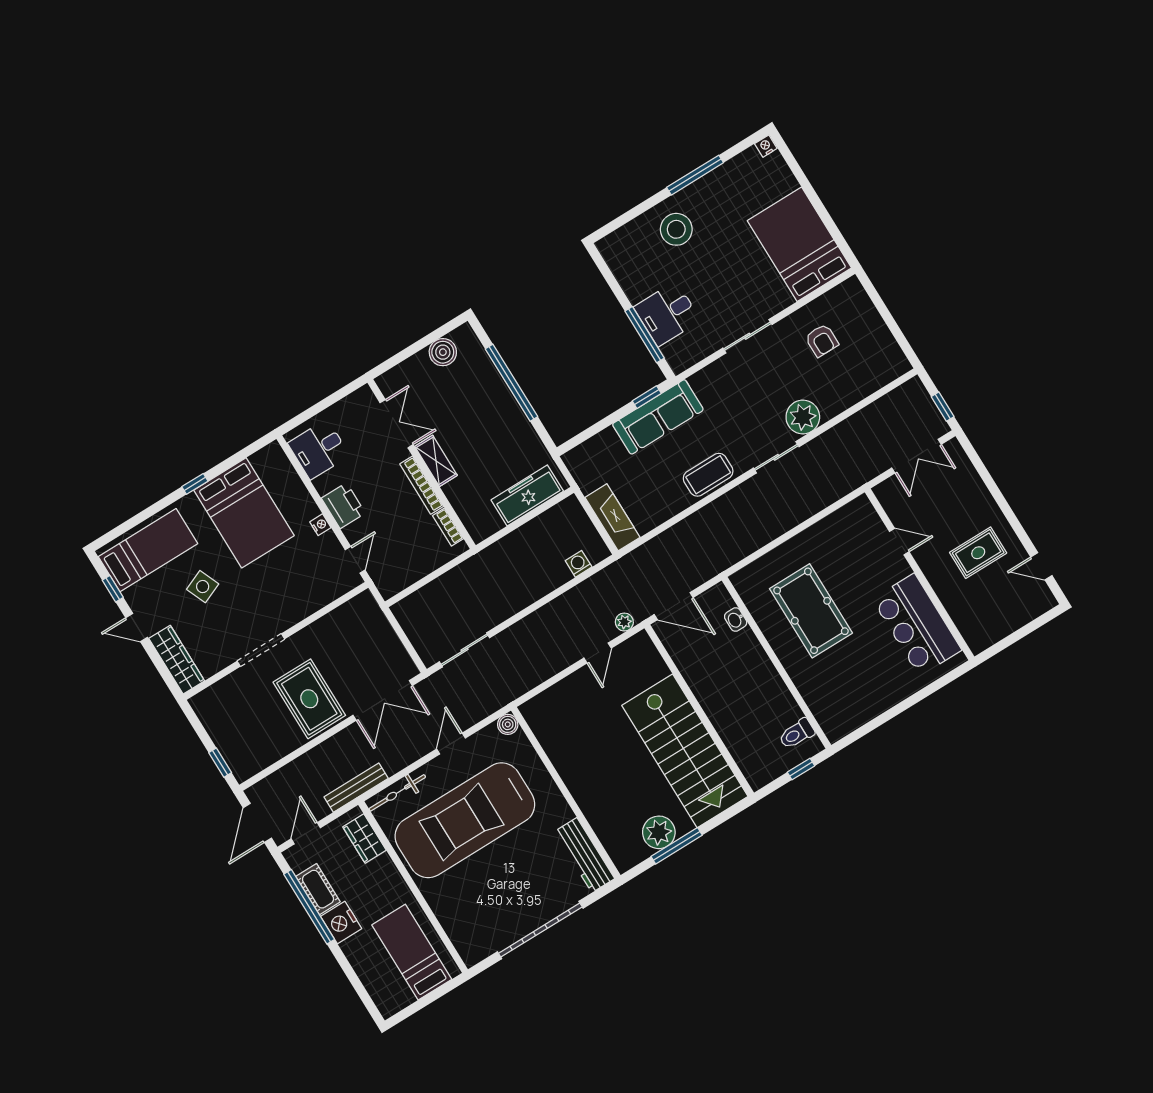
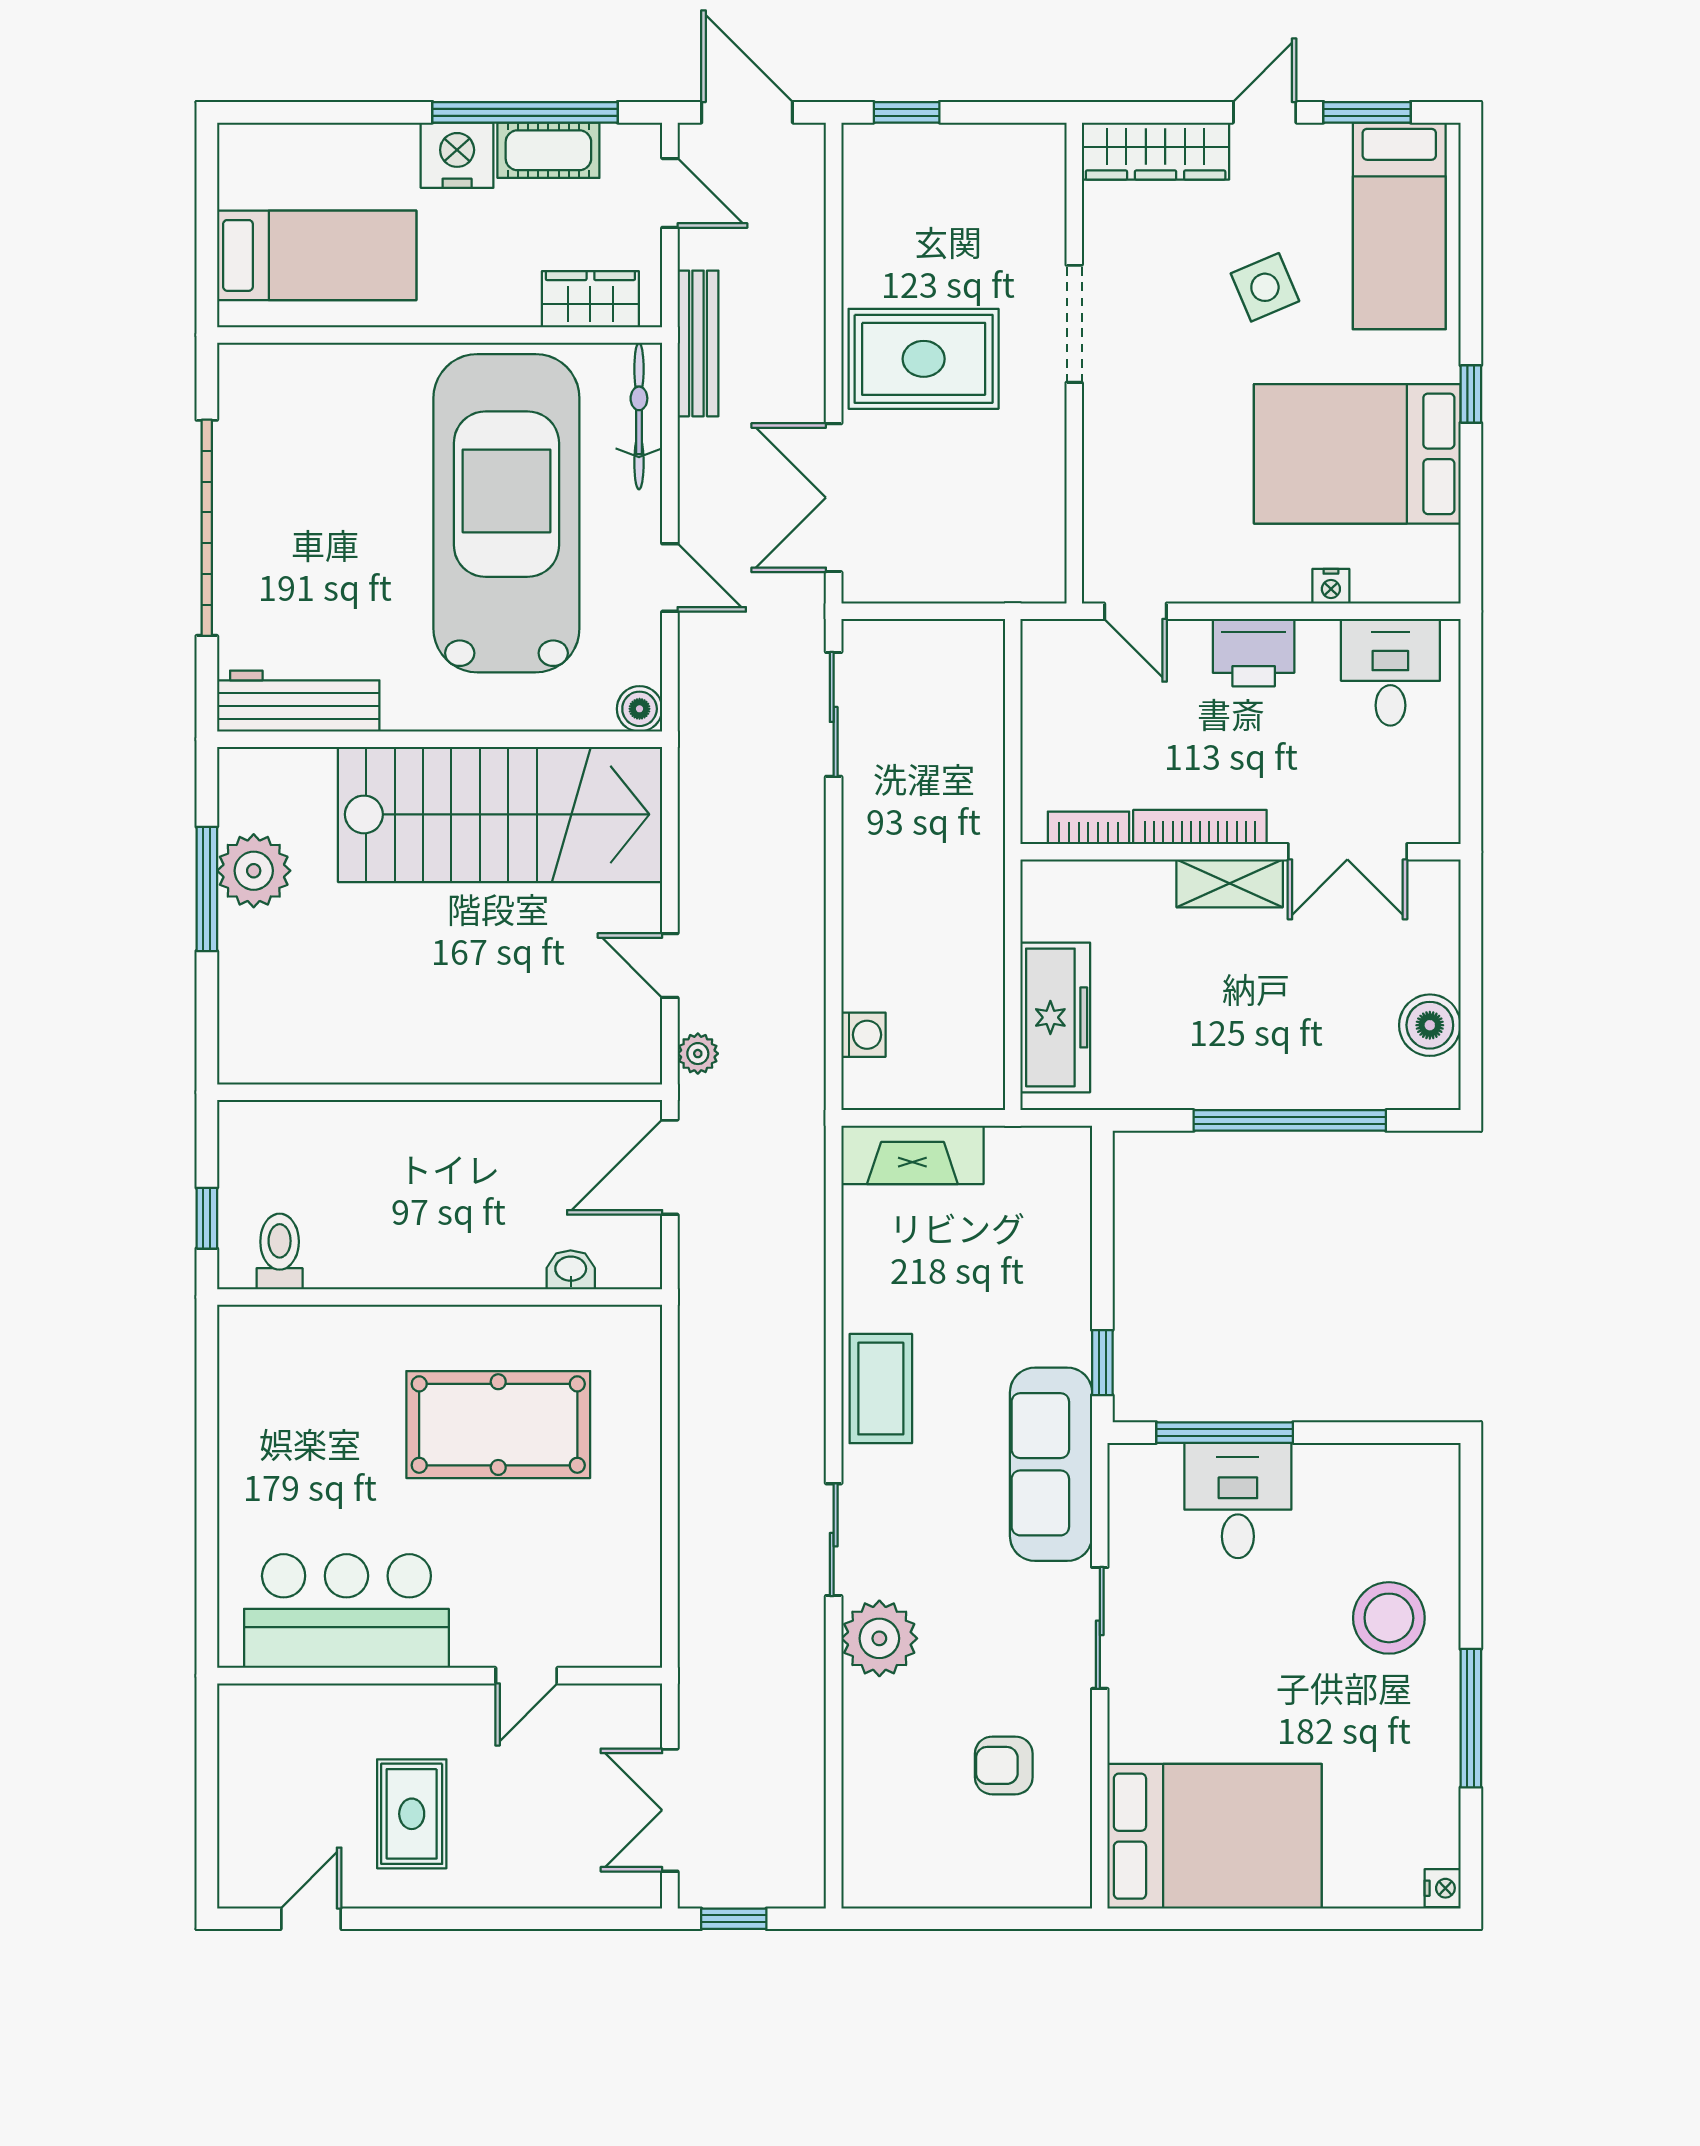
sofa: (658, 417) -> (1051, 1464), moved
nightstand: (320, 525) -> (1331, 586), moved
window: (113, 589) -> (1367, 112), width x1.50
stairs: (685, 751) -> (500, 814), moved, turned 180

